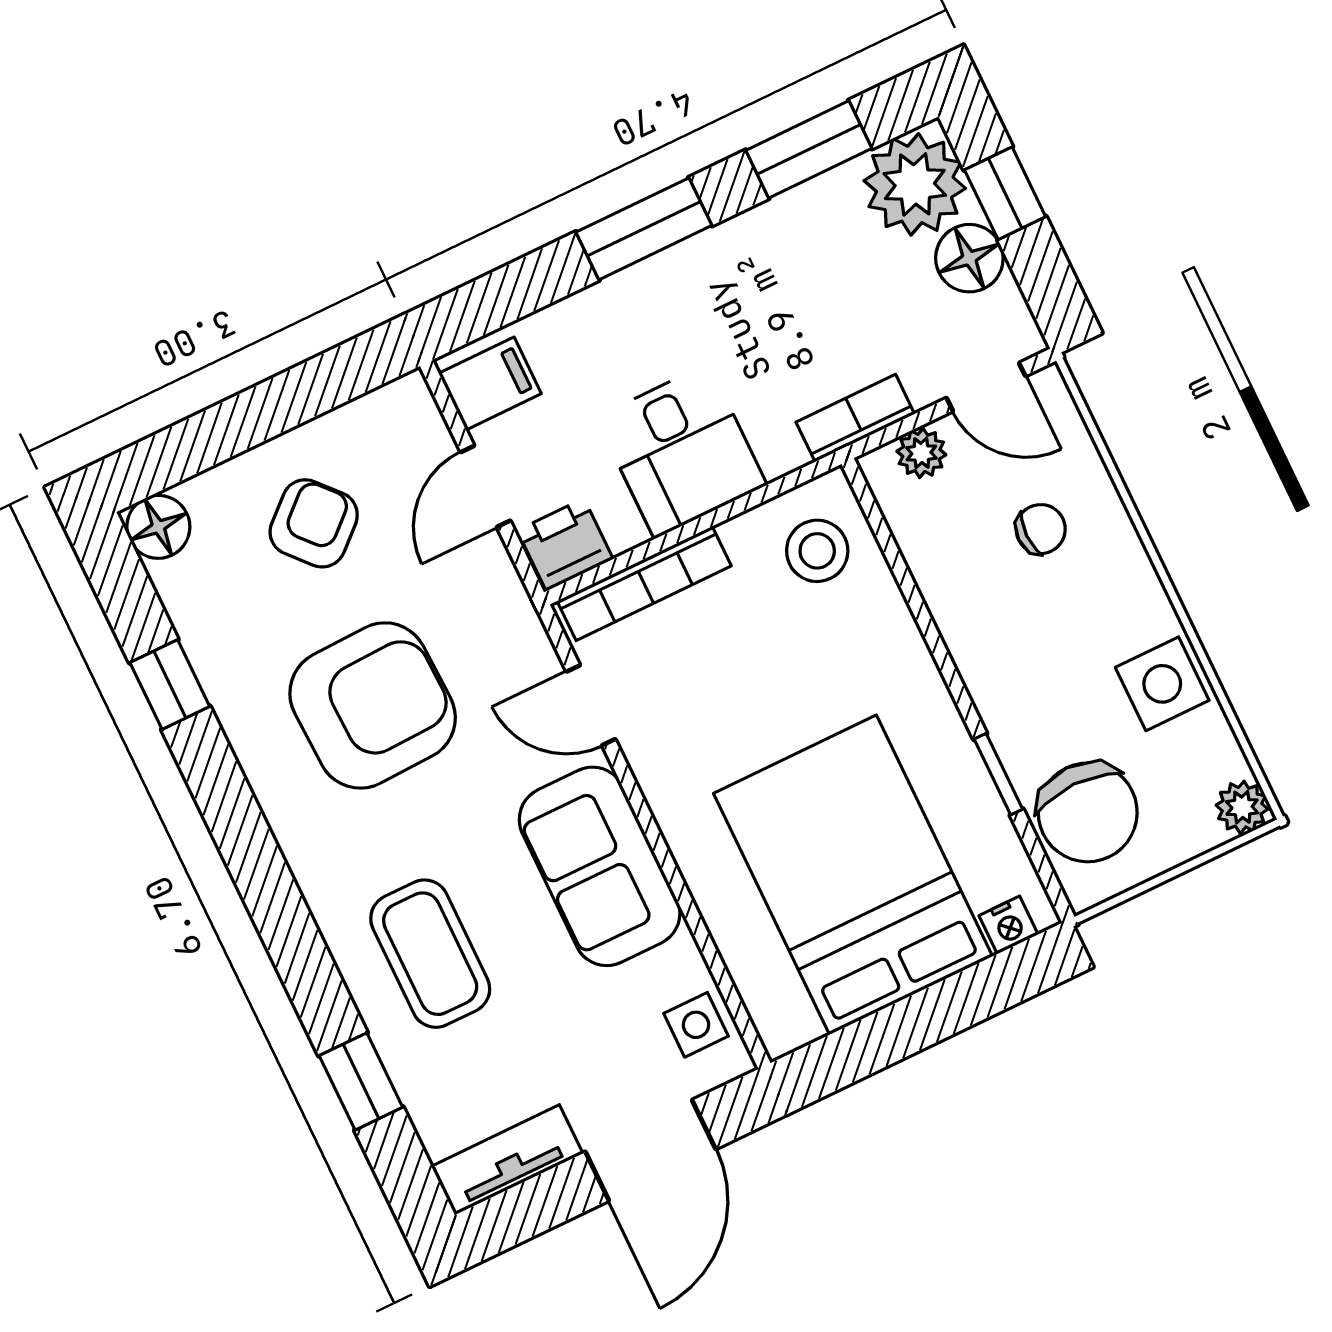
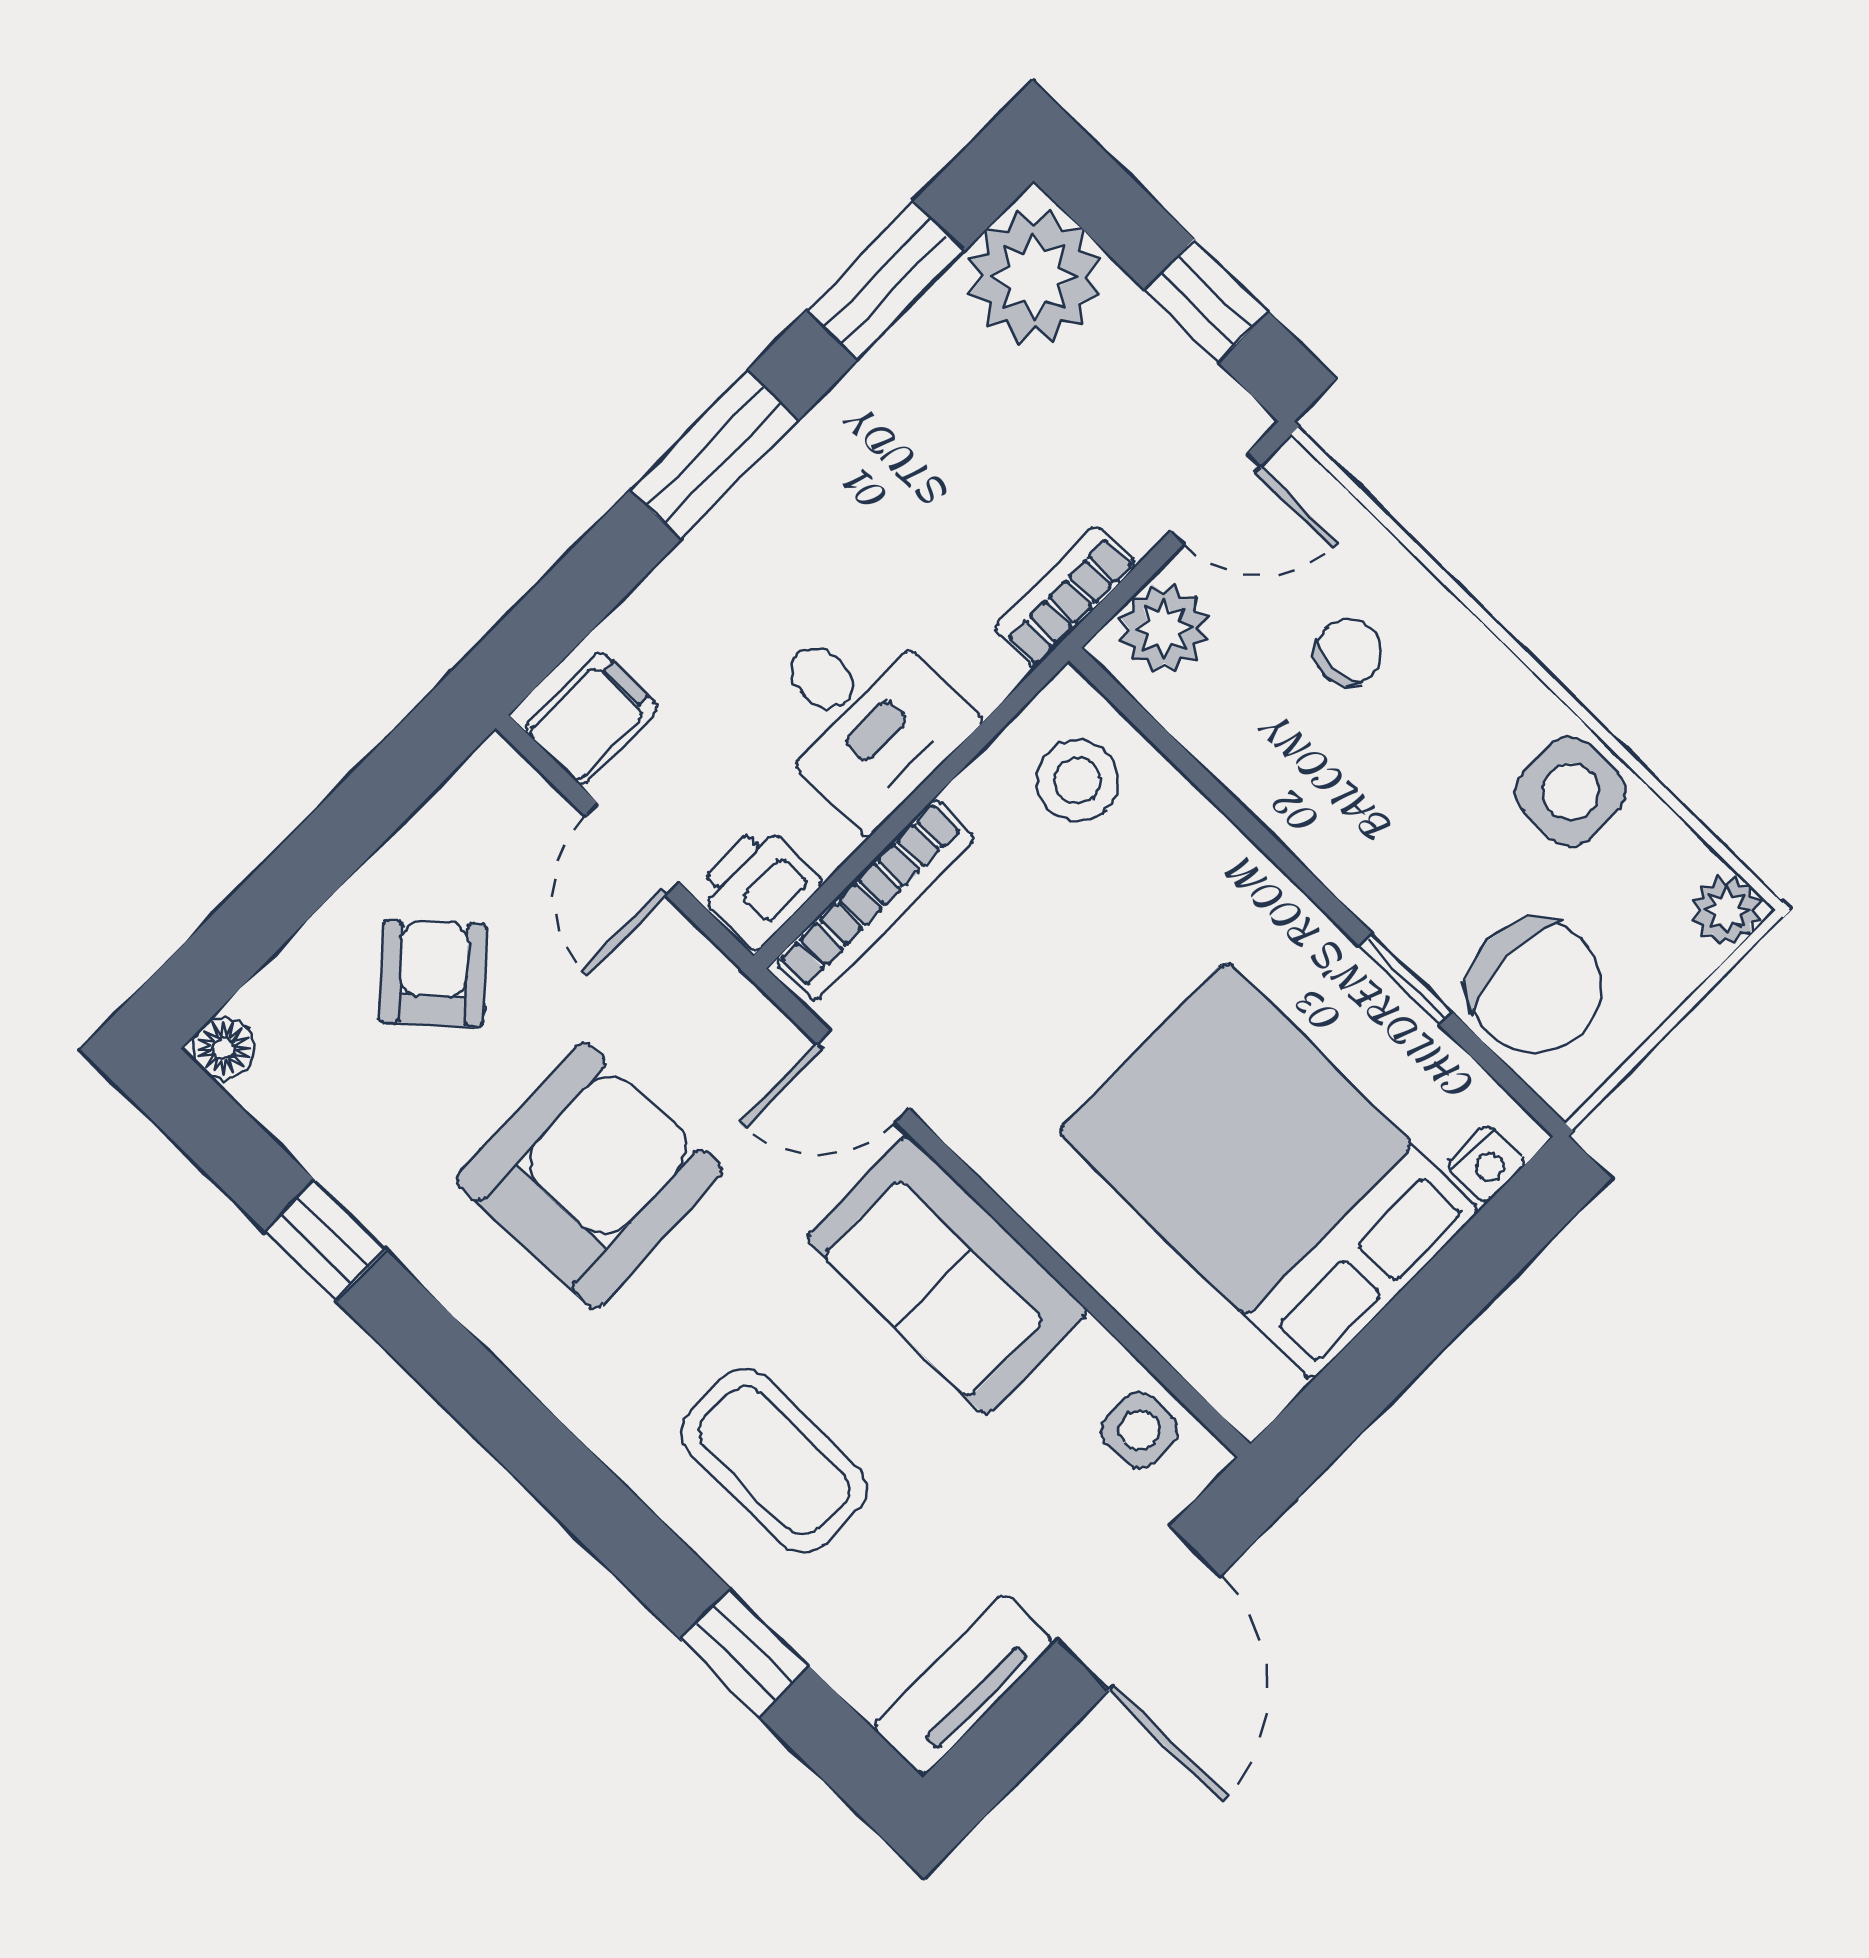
window: (1005, 193) -> (1206, 301), moved
floor lamp: (969, 258) -> (1136, 344), removed
plant: (921, 453) -> (1164, 628), width x1.38, depth x1.38
floor lamp: (158, 527) -> (224, 1048), width x0.73, depth x0.73

